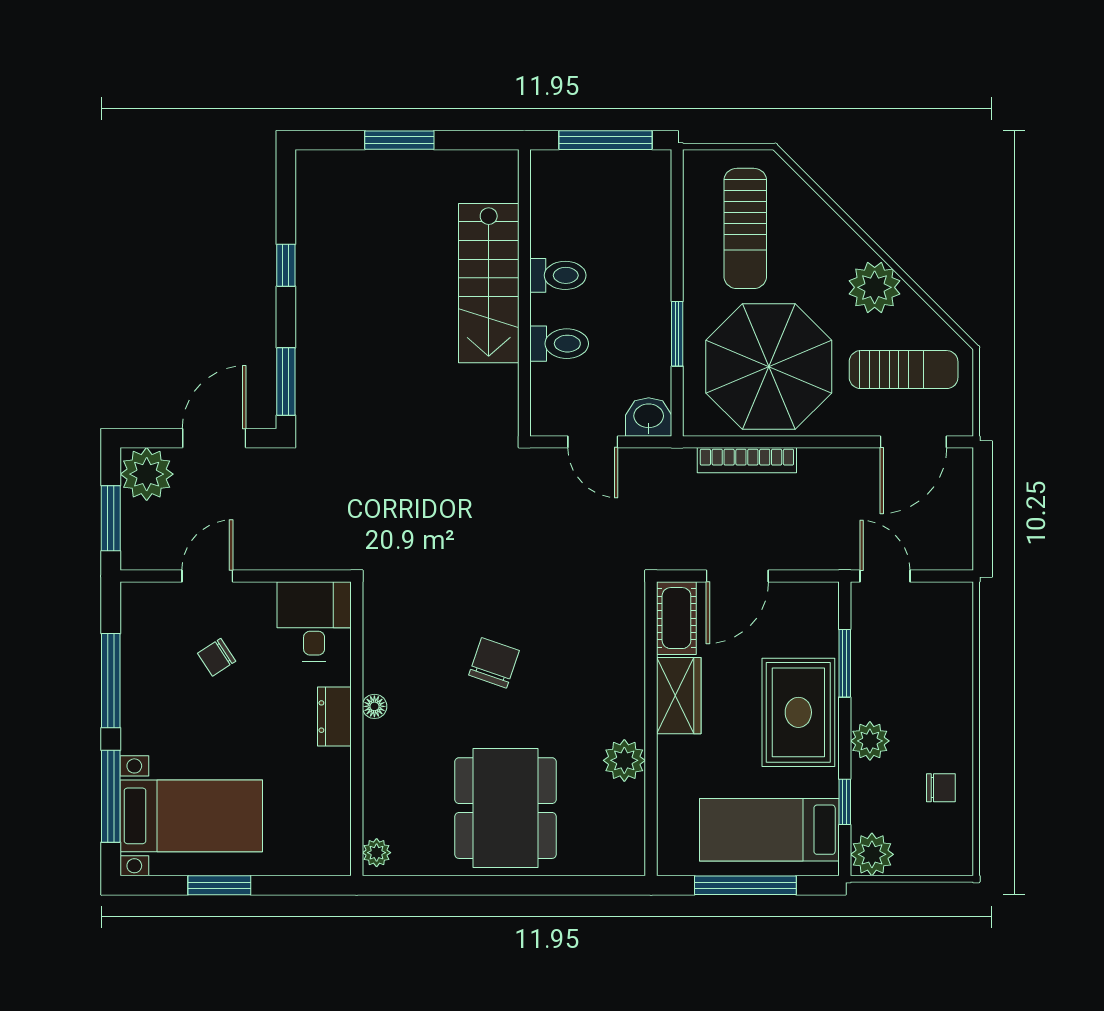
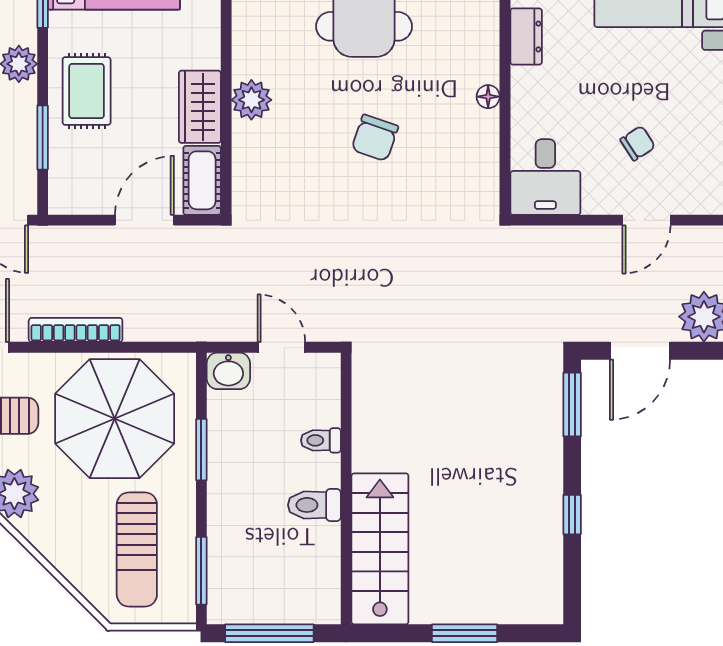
window: (677, 206) -> (201, 571), added
sun lounger: (745, 228) -> (137, 549), turned 180
stairs: (489, 283) -> (380, 549), moved
toilet: (559, 344) -> (321, 440), width x0.73, depth x0.72
bookcase: (747, 460) -> (76, 330), moved
rug: (798, 712) -> (87, 91), width x0.73, depth x0.70
dresser: (334, 717) -> (526, 36), moved
plant: (624, 760) -> (251, 100), moved

